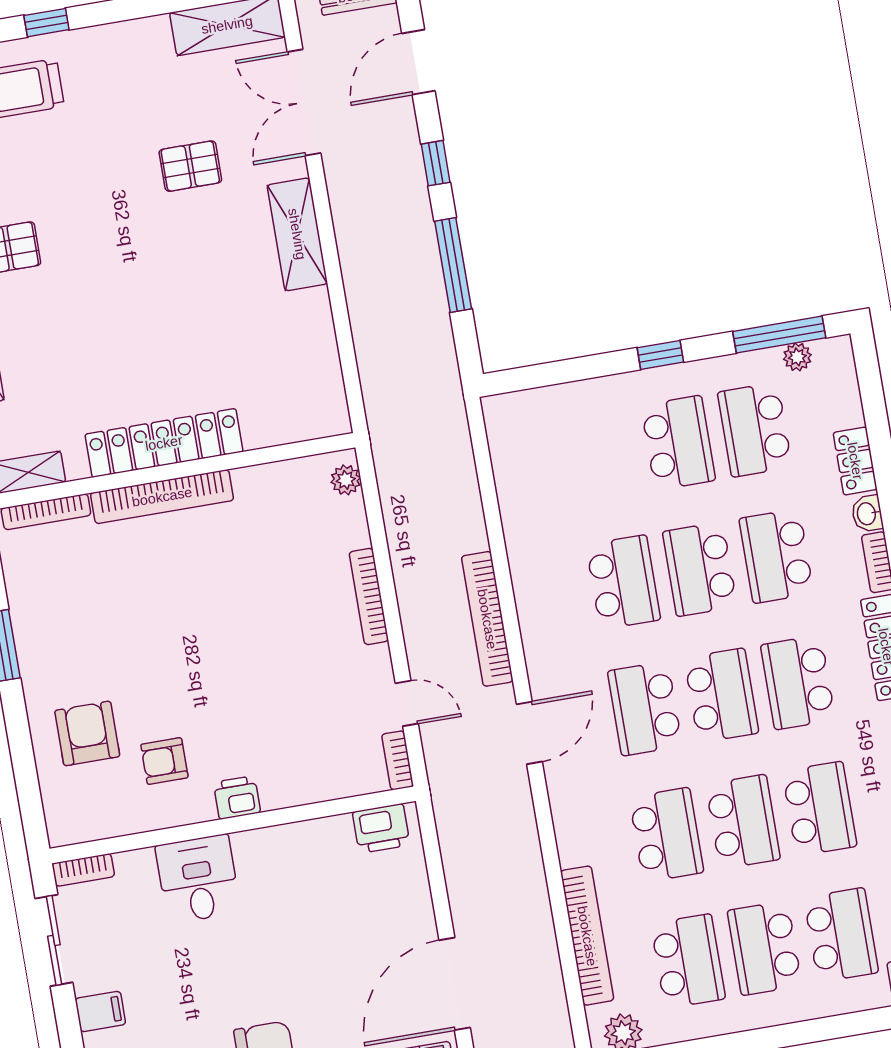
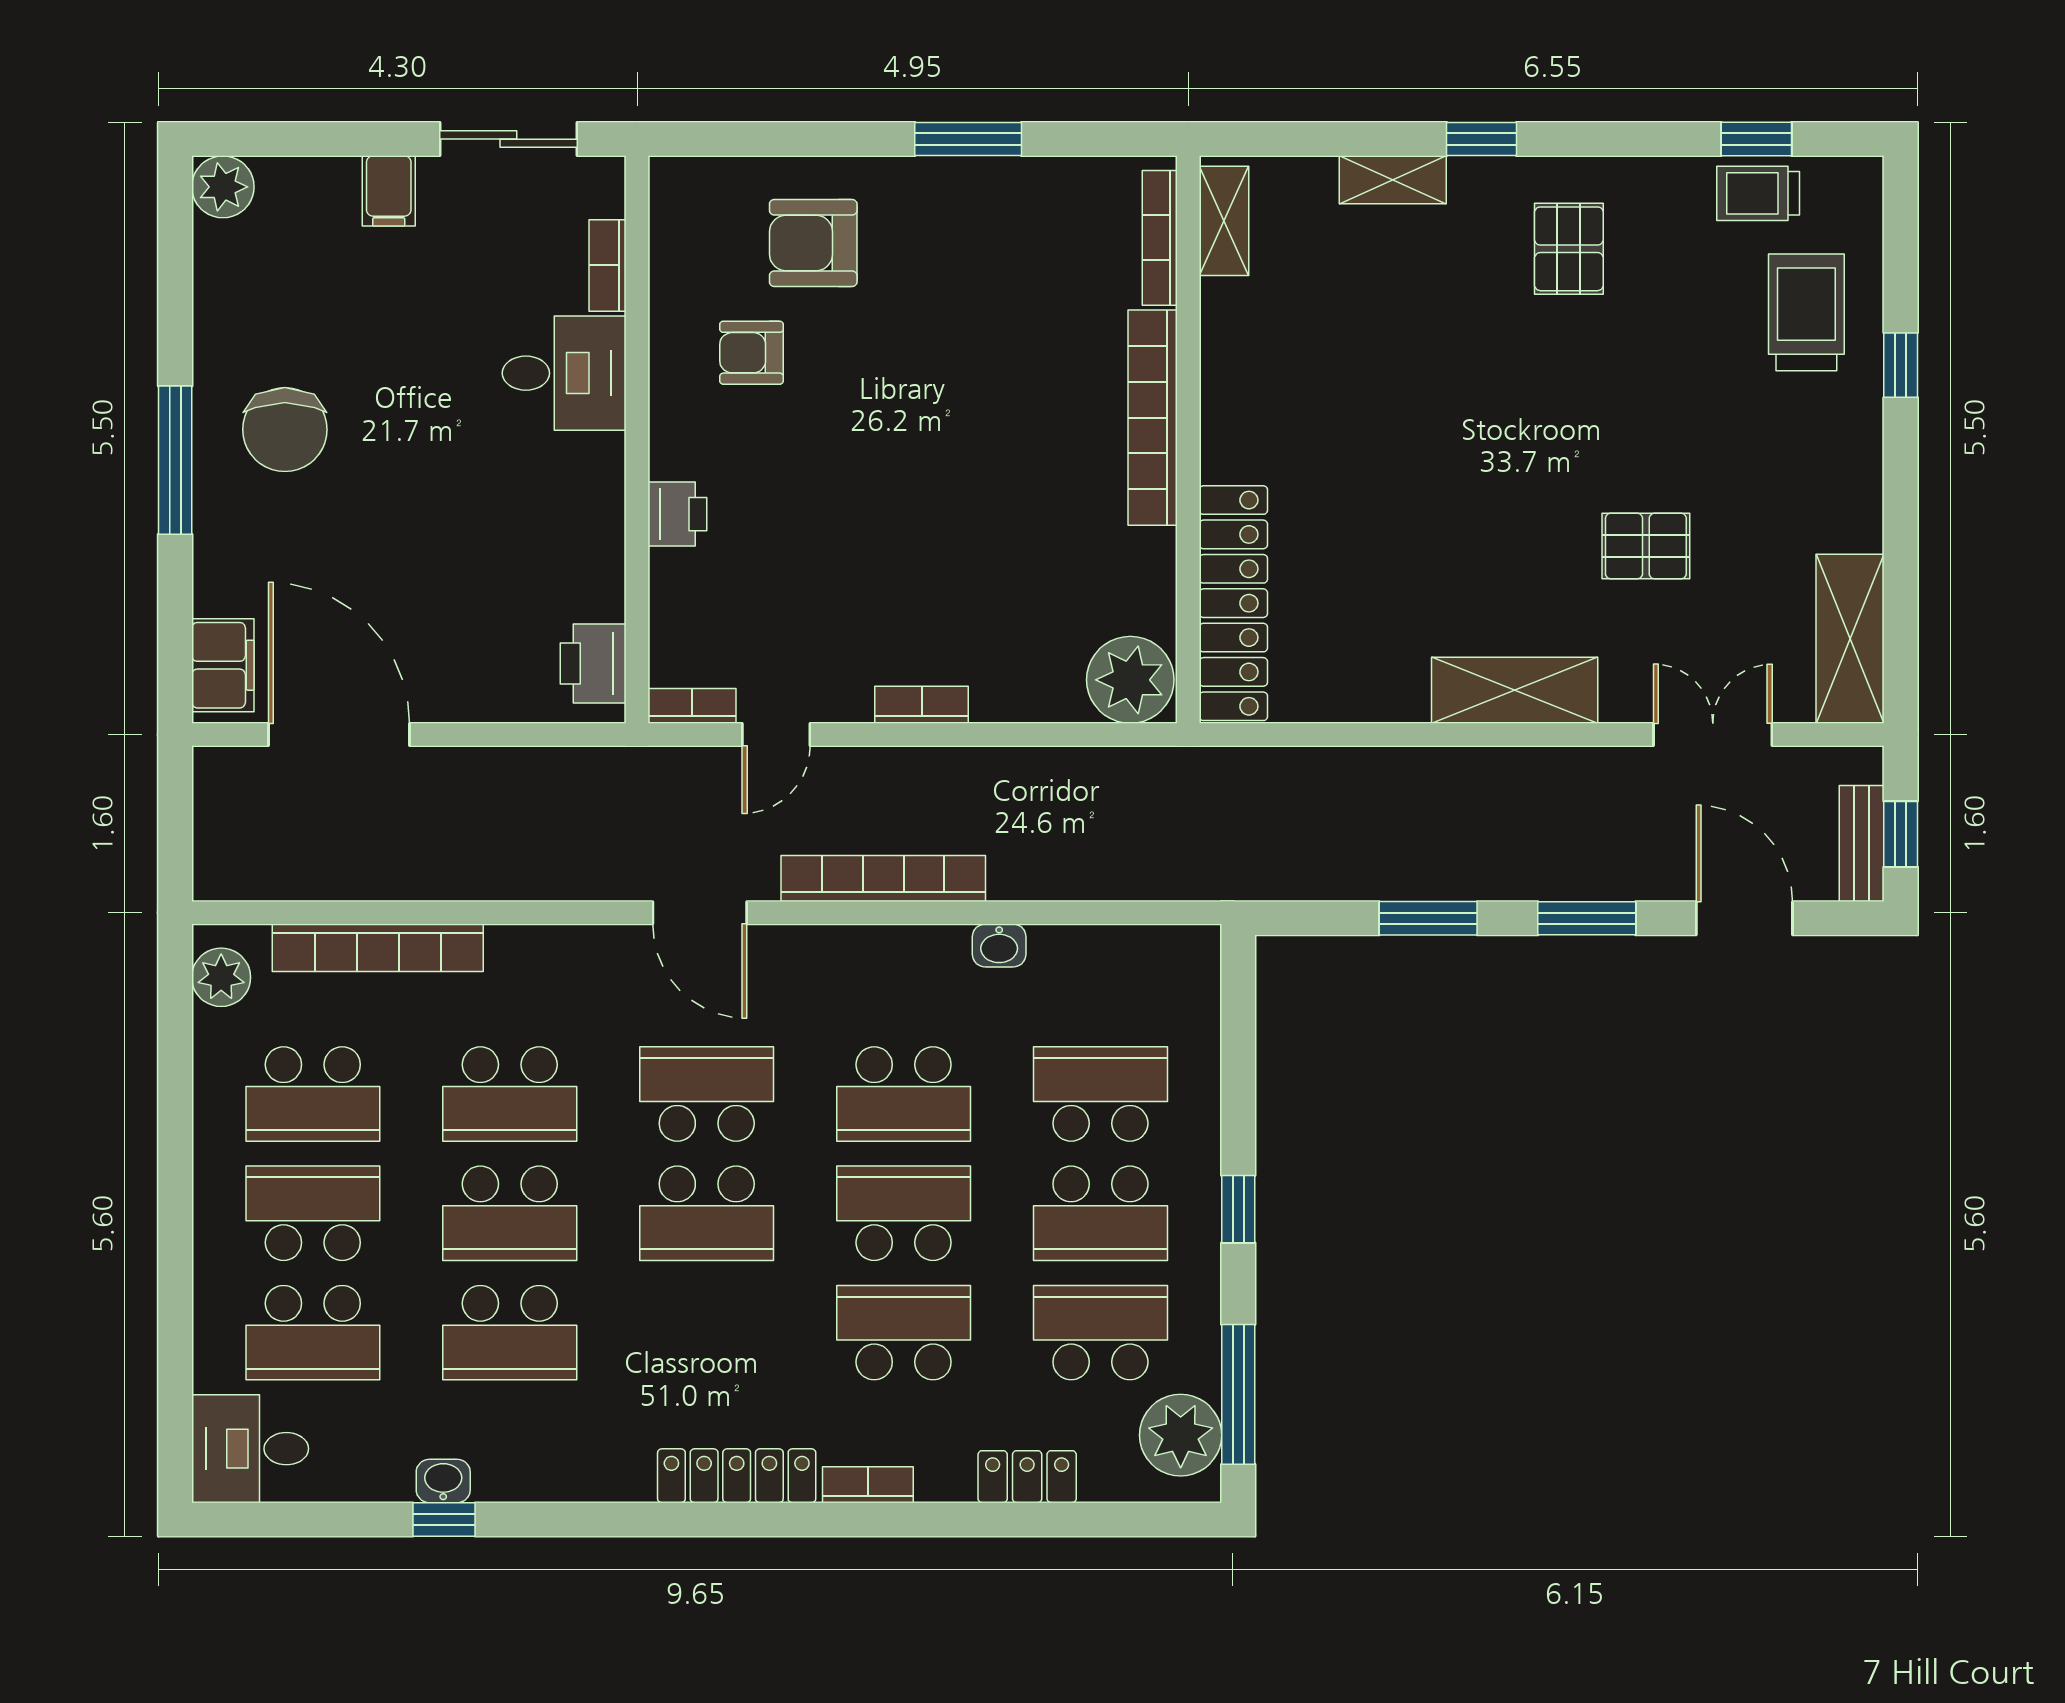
double door: (304, 102) -> (1713, 735), width x0.73
window: (436, 163) -> (1587, 918), width x1.50
pallet: (190, 166) -> (1646, 546), turned 90
window: (453, 265) -> (1428, 918), width x0.69
plant: (797, 357) -> (1181, 1435), width x1.88, depth x1.88
locker: (164, 443) -> (1233, 603), moved
plant: (346, 480) -> (1130, 680), width x1.88, depth x1.88
washbasin: (867, 514) -> (999, 945), moved, turned 180
bookcase: (369, 597) -> (922, 705), width x0.64
school desk: (798, 682) -> (1100, 1094), moved
armchair: (87, 733) -> (813, 243), turned 180
armchair: (164, 761) -> (752, 353), turned -90
printer: (237, 798) -> (677, 514), moved
bookcase: (83, 870) -> (608, 265), moved

